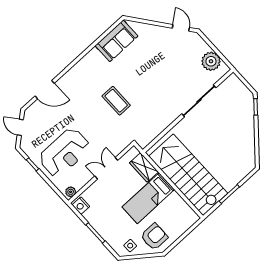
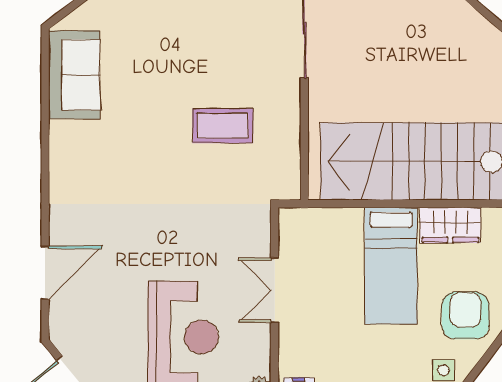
coffee table: (116, 101) -> (223, 126), moved
wardrobe: (144, 167) -> (450, 225), moved

